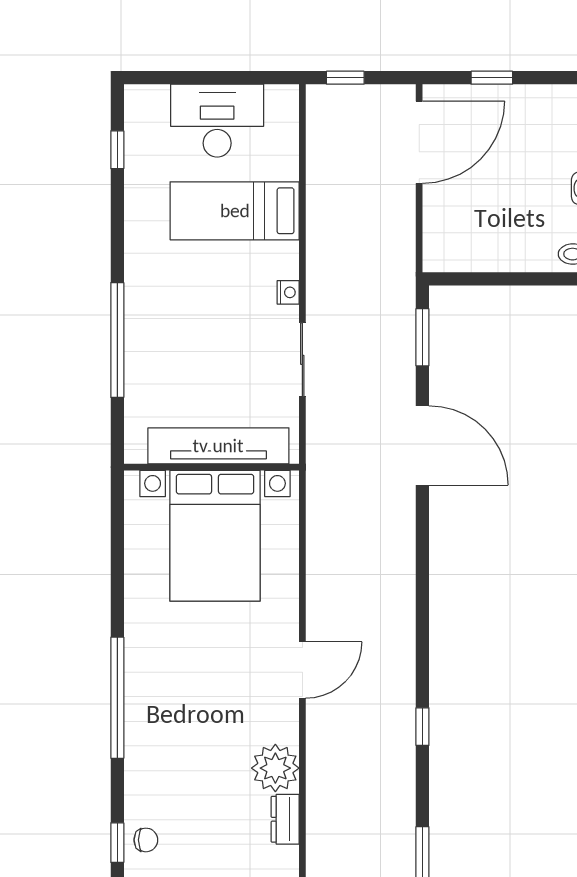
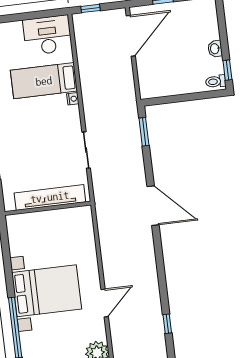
desk: (217, 121) -> (47, 35), moved
nightstand: (288, 292) -> (73, 99), moved
door: (422, 445) -> (153, 206), moved
bed with nightstands: (215, 536) -> (47, 291), moved, turned -90

